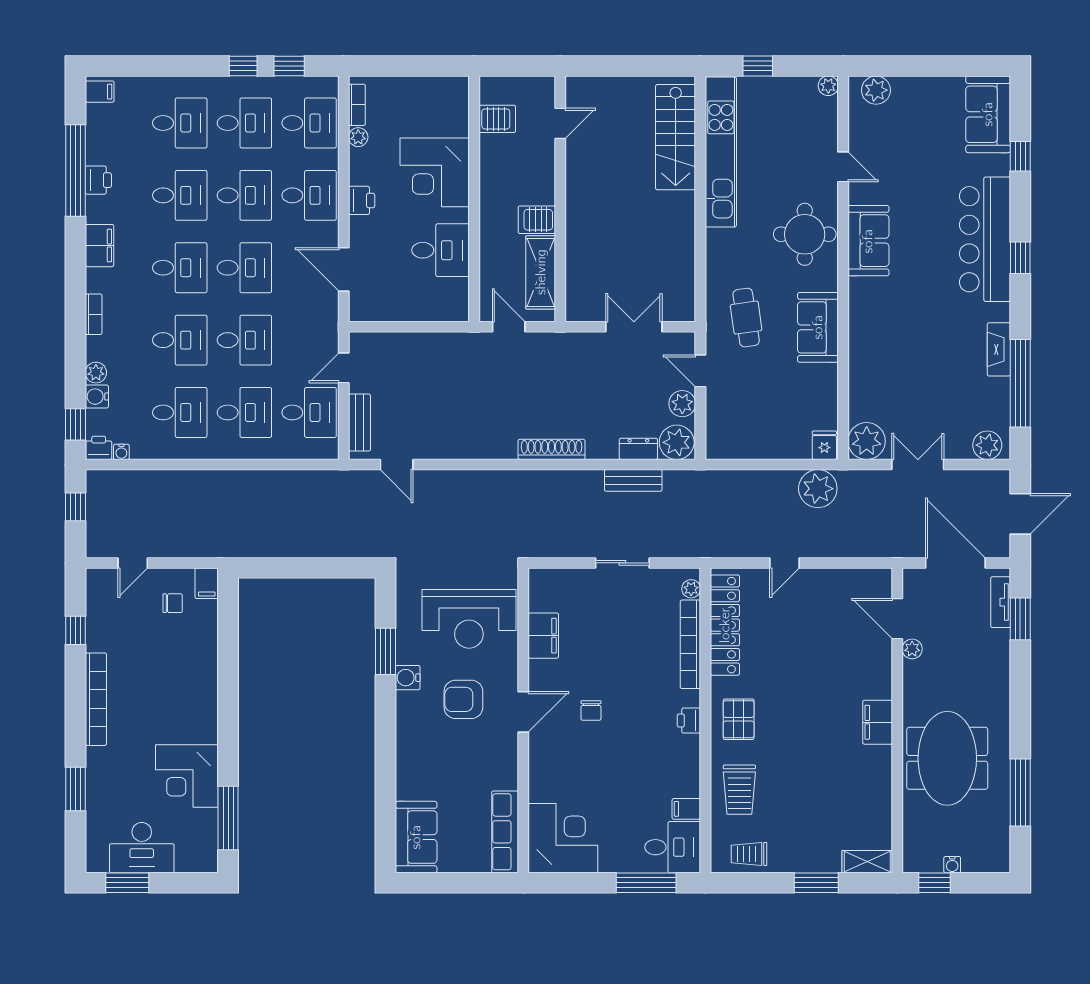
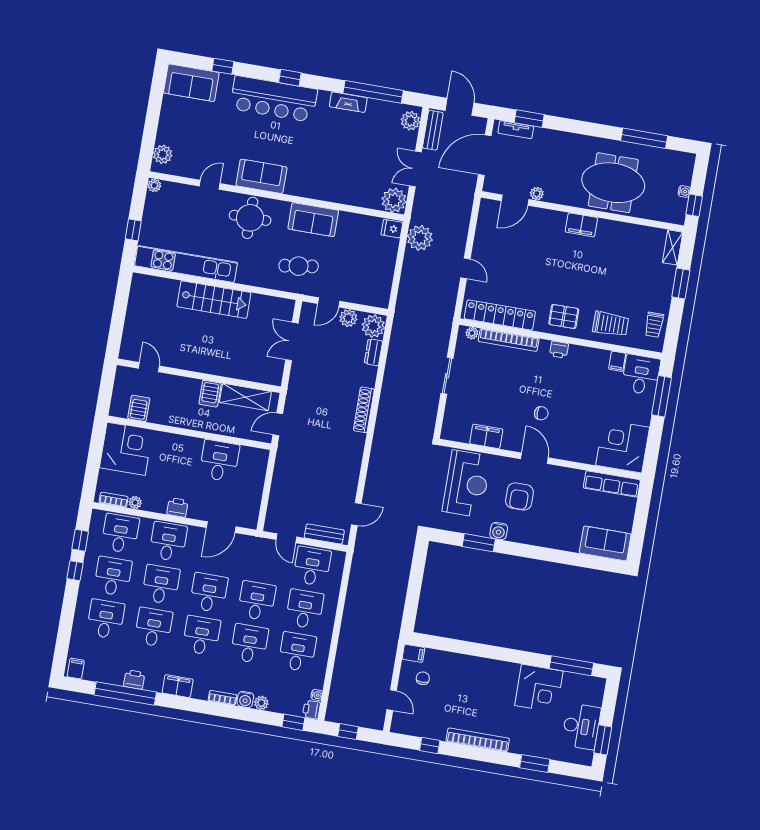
stairs: (676, 137) -> (214, 300), moved
corner desk: (435, 172) -> (126, 449), moved, turned -90
water cooler: (97, 397) -> (245, 699), moved
bench: (633, 480) -> (433, 130), moved

